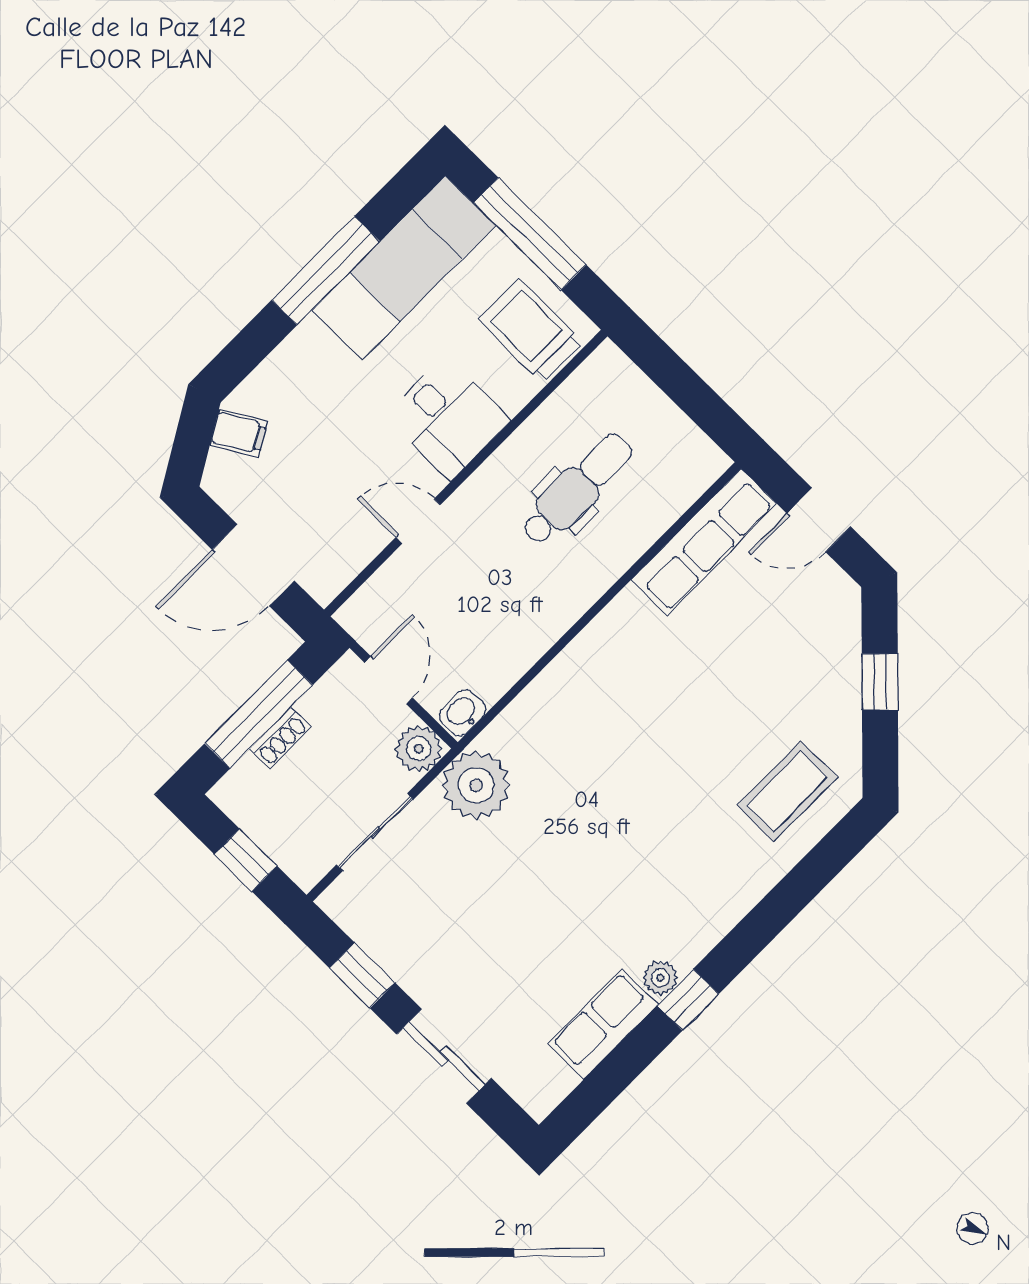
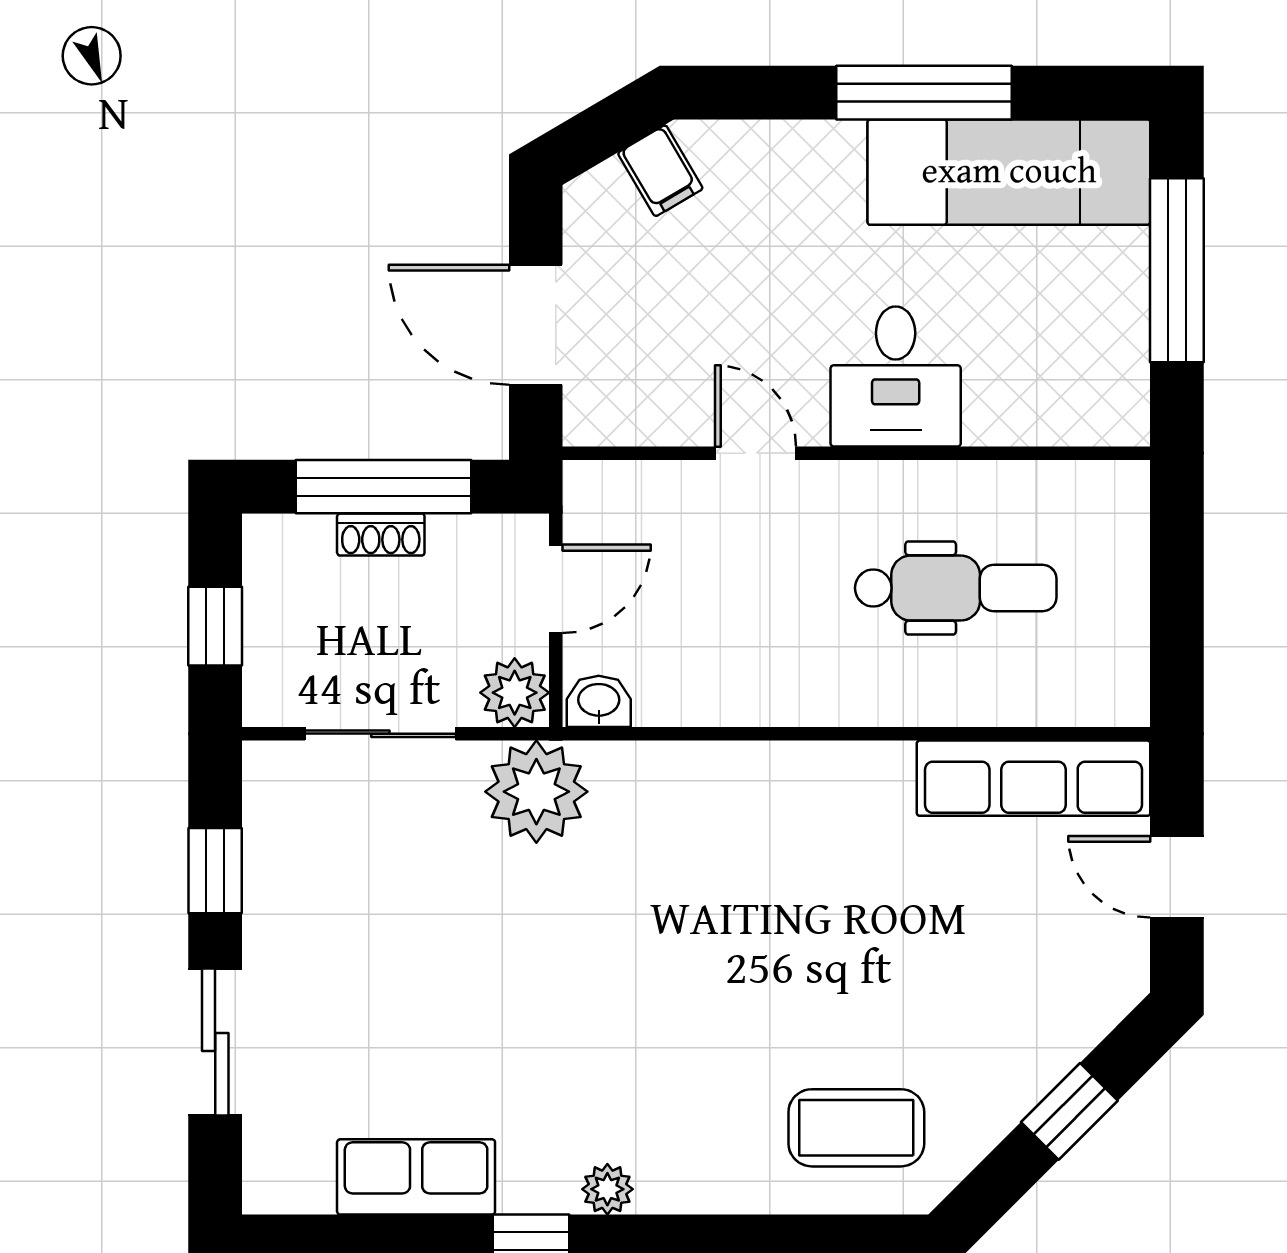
trolley: (531, 331) -> (1075, 373), removed
plant: (661, 978) -> (607, 1189), moved

